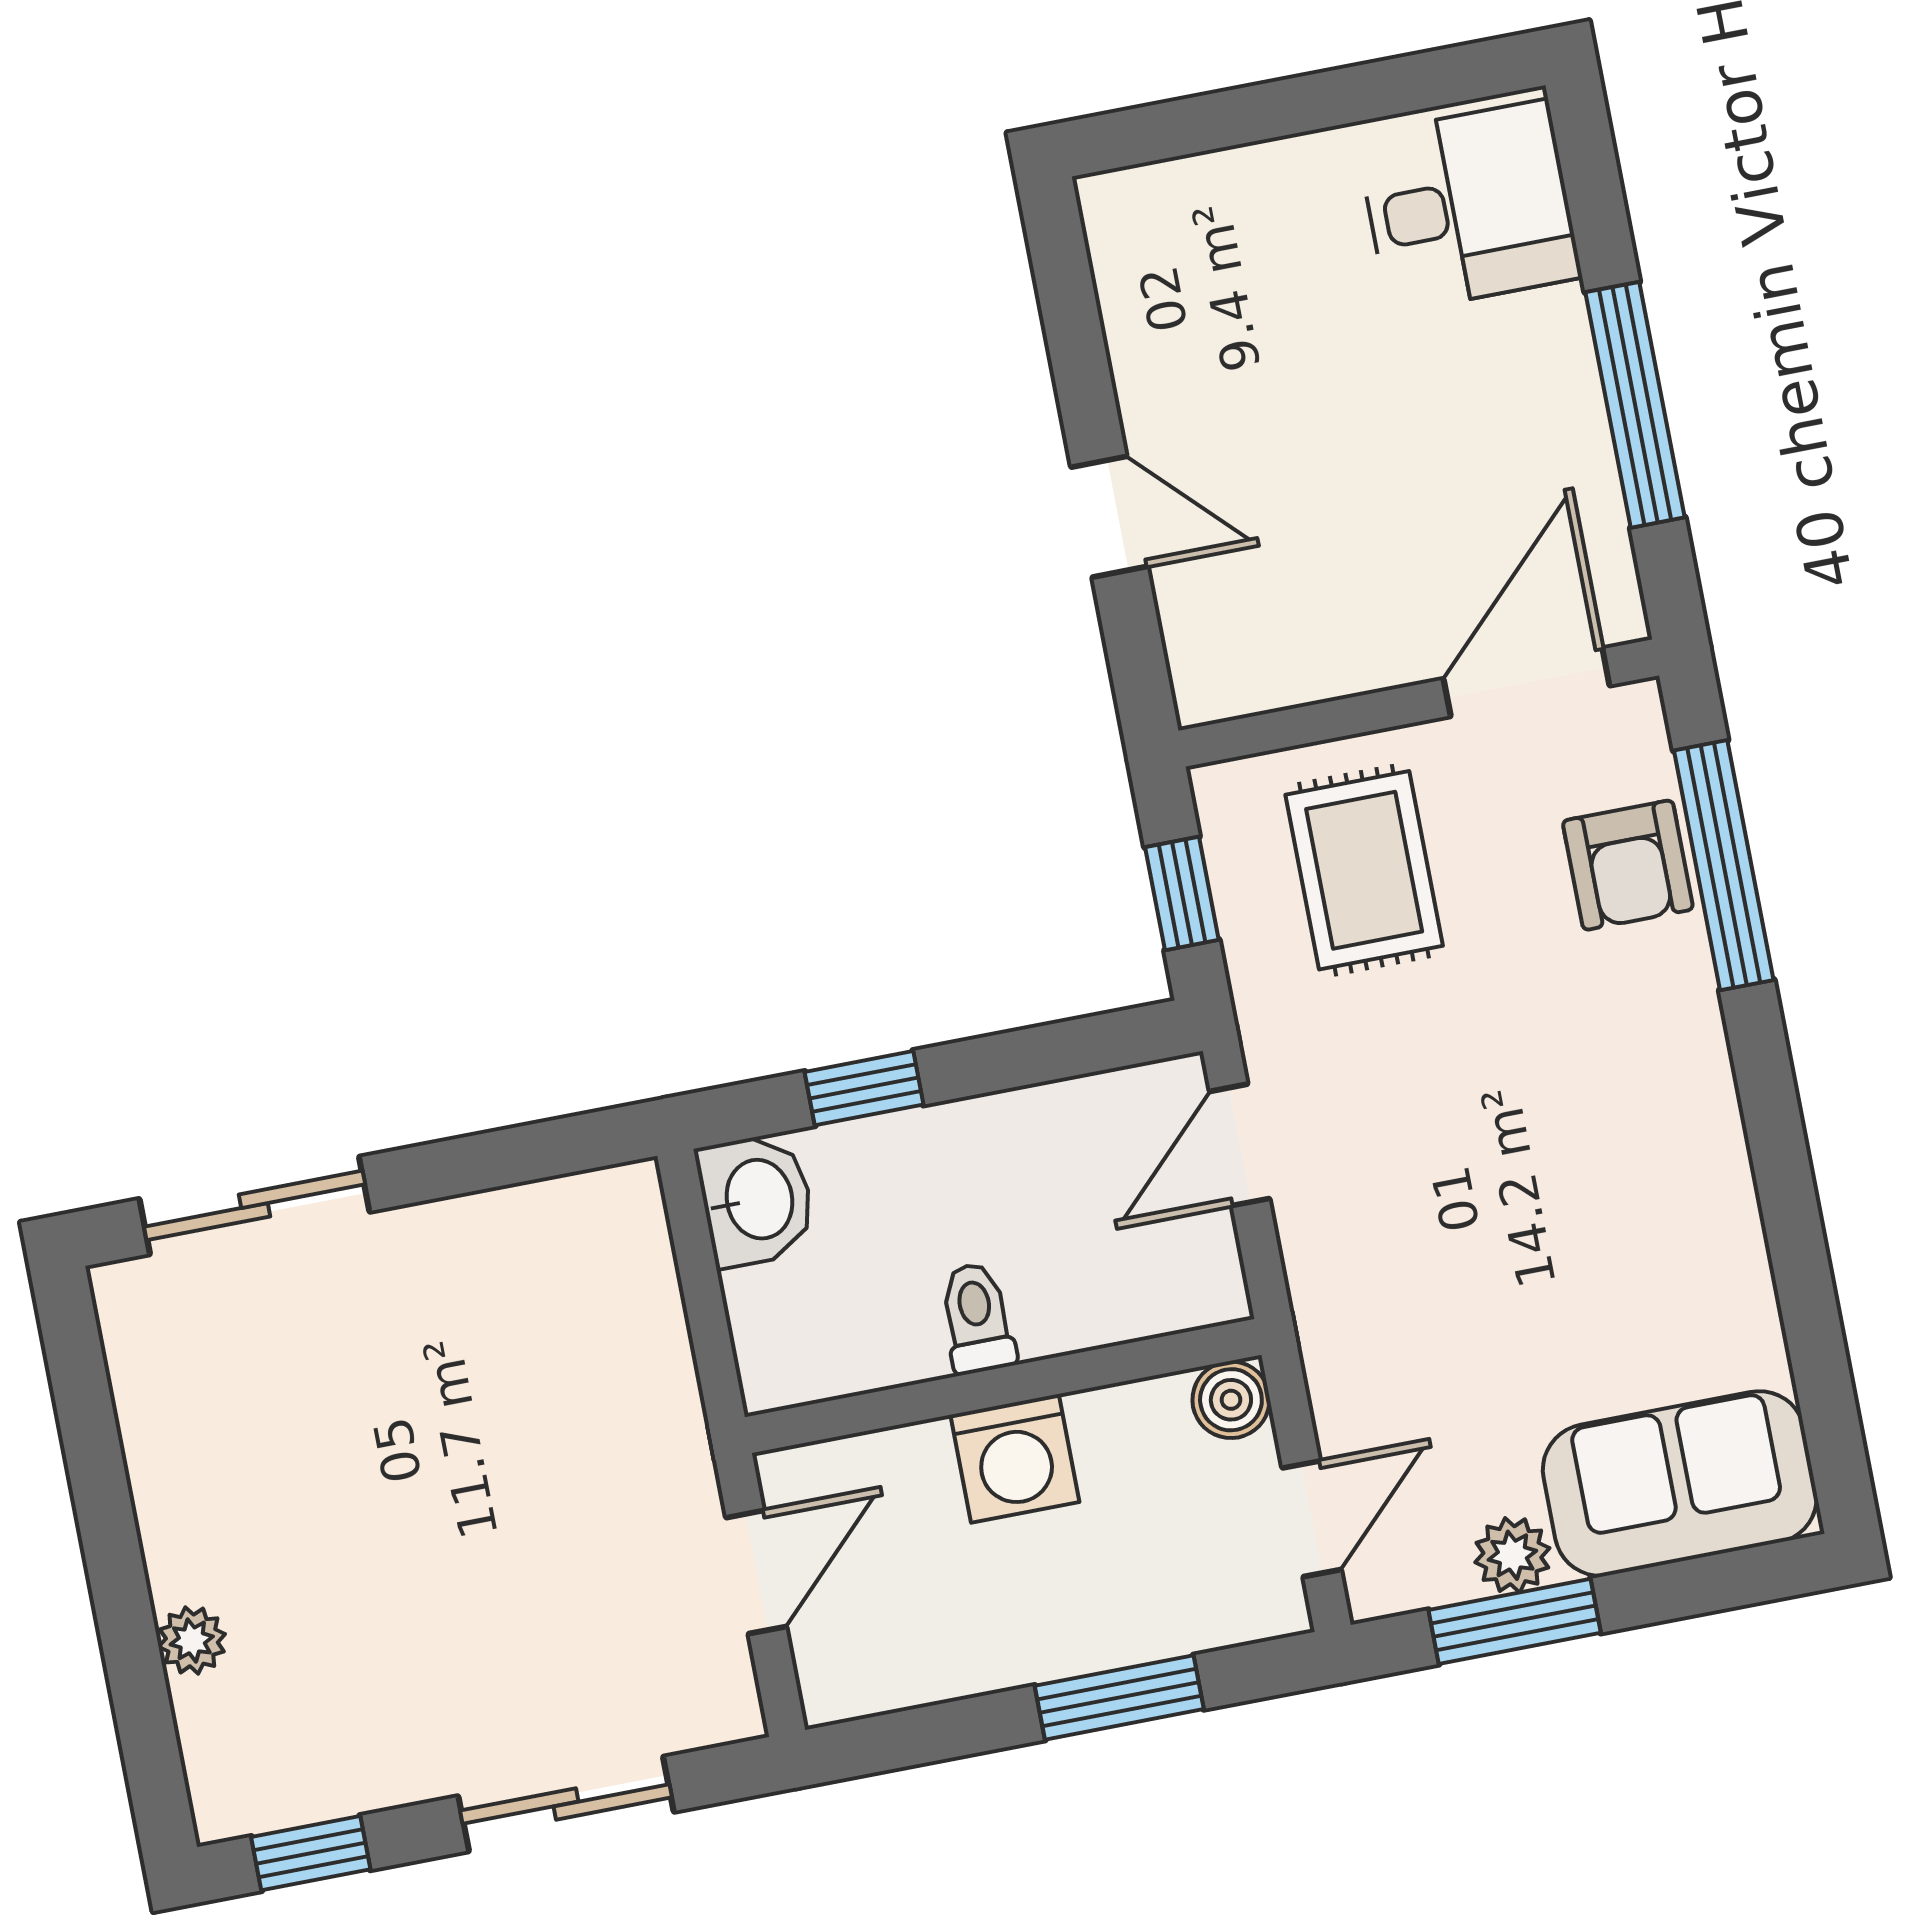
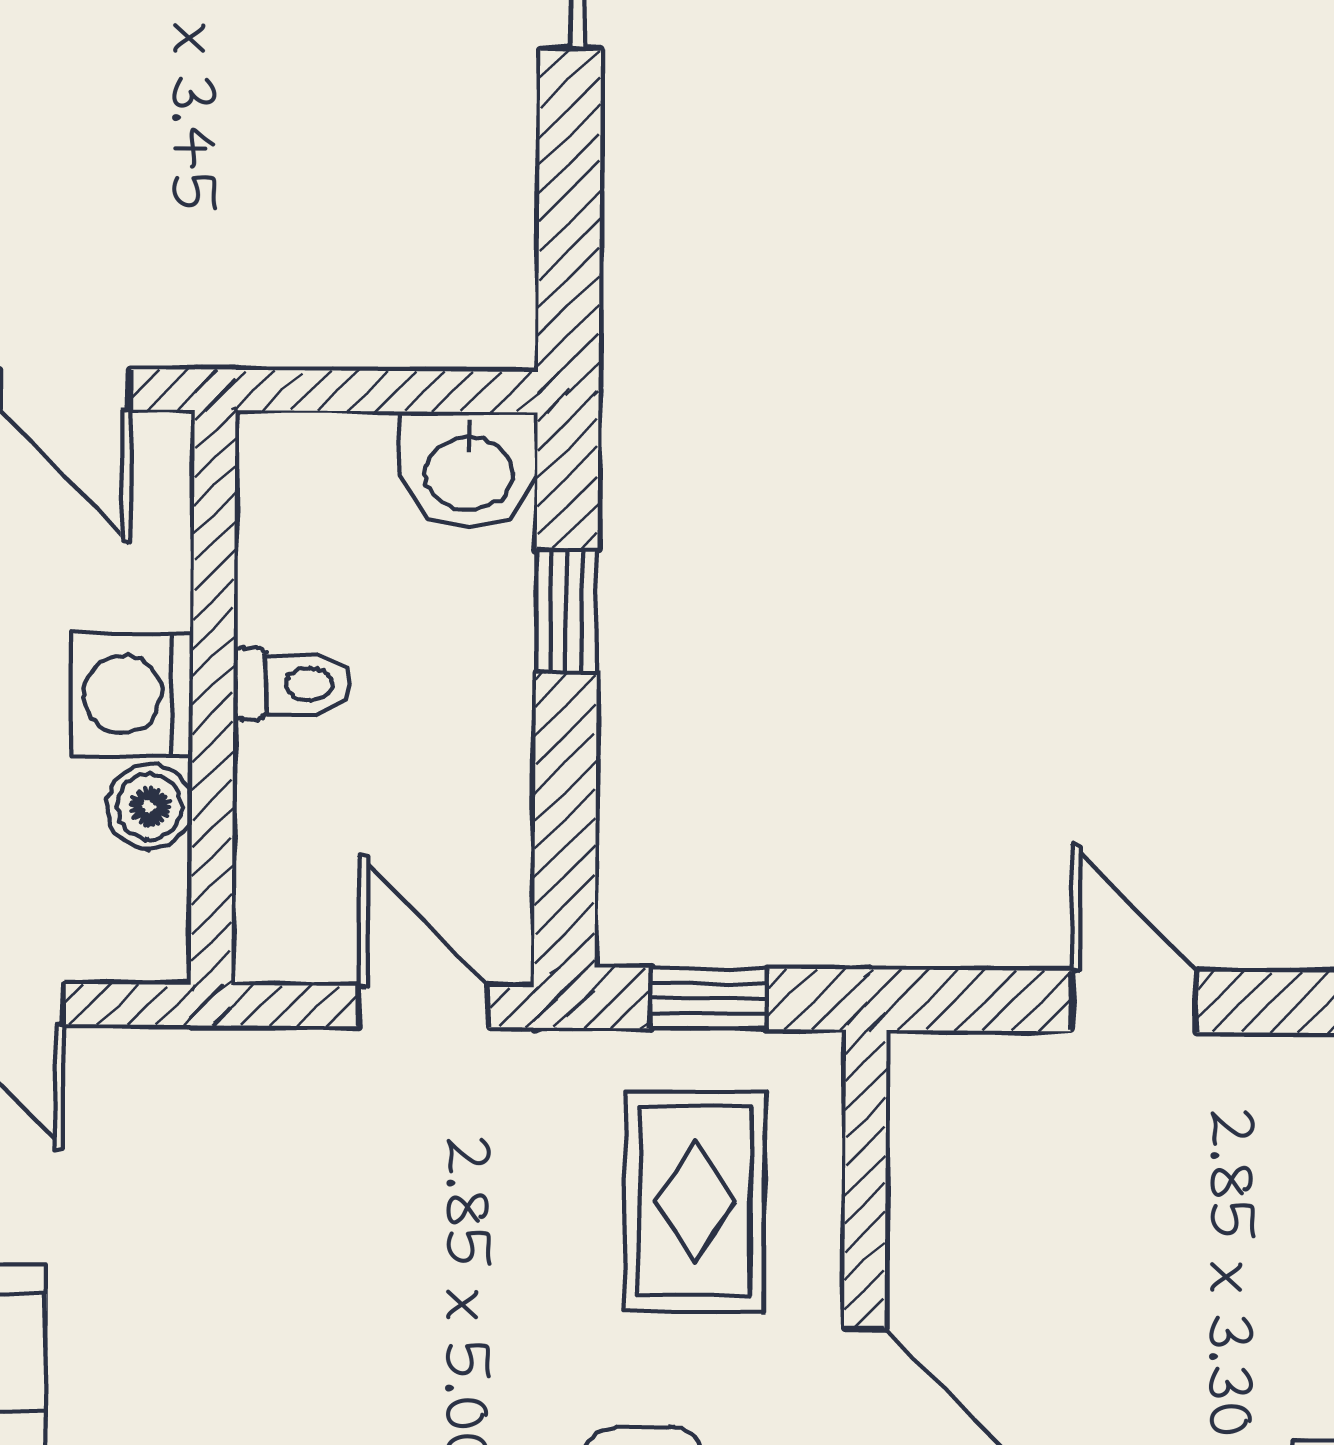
door: (1109, 517) -> (1134, 1001), swing flipped
rug: (1364, 870) -> (695, 1201), turned 90
boiler: (1231, 1400) -> (150, 806), moved

